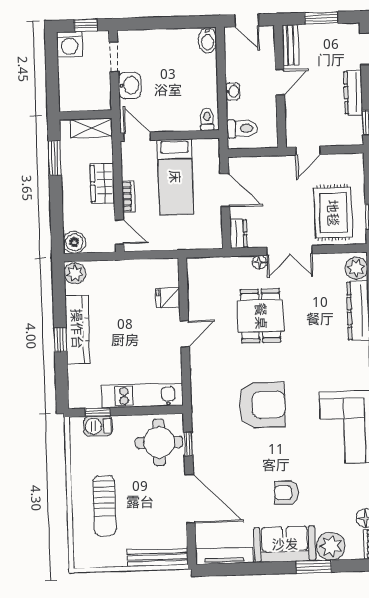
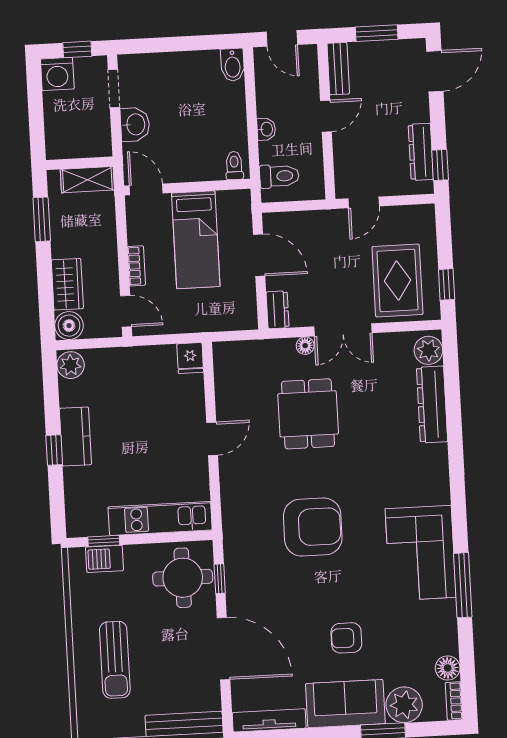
dresser: (353, 93) -> (421, 152), moved
wardrobe: (102, 183) -> (67, 284), moved, turned 180
fridge: (168, 298) -> (190, 358), moved, turned -90
kitchen counter: (77, 329) -> (75, 436), width x0.67

